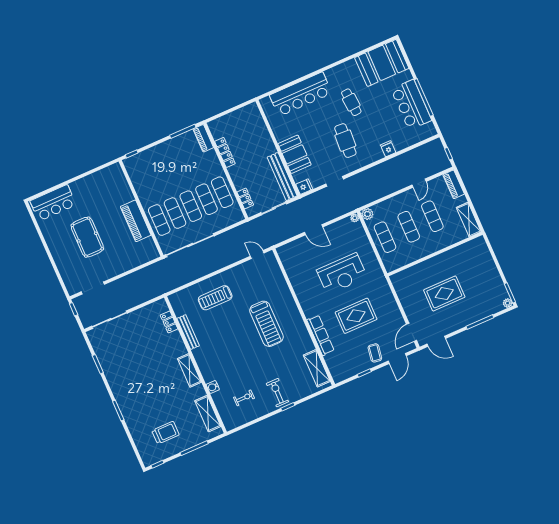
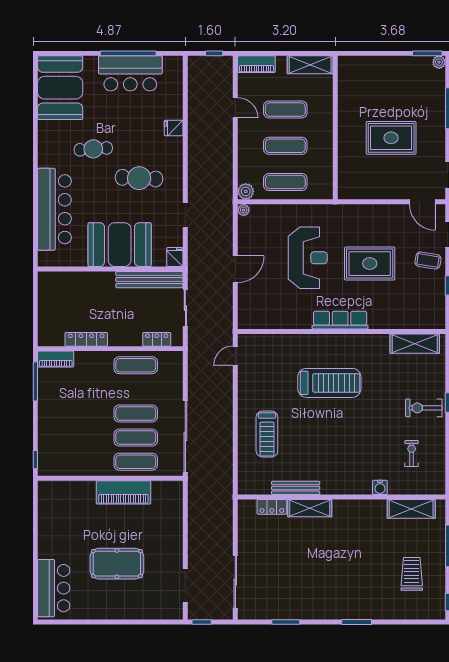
booth: (295, 154) -> (120, 245), width x1.36, depth x1.42
exercise mat: (207, 199) -> (136, 389), removed
rug: (444, 294) -> (391, 138), turned 90
rug: (356, 316) -> (370, 264), turned 90
row of seats: (321, 335) -> (340, 320), moved
shelving: (189, 370) -> (310, 508), moved

